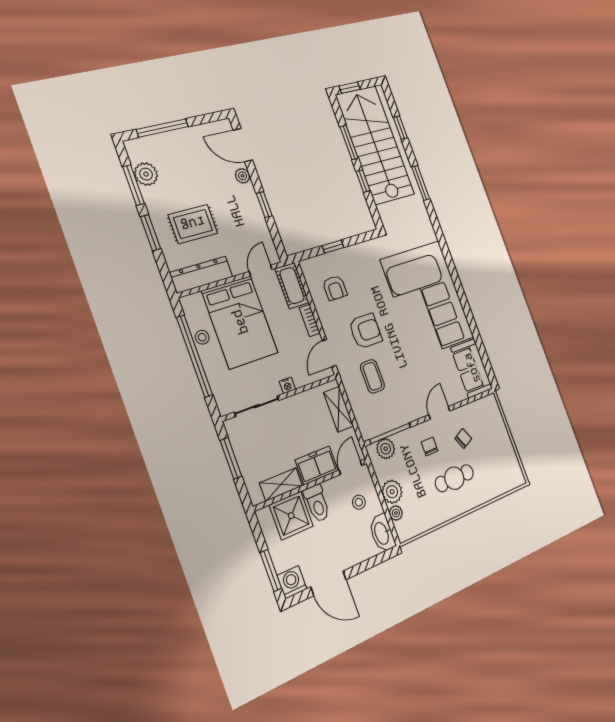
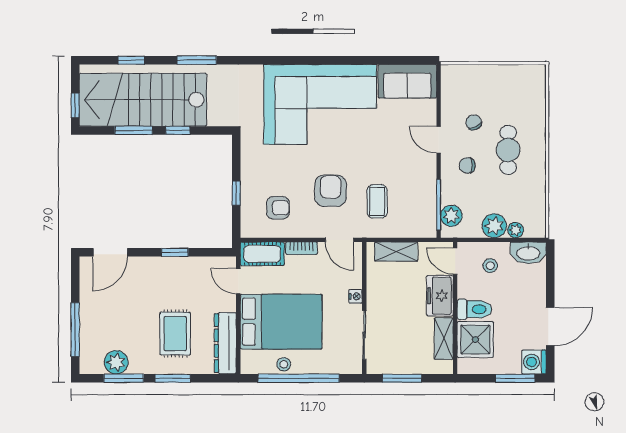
plant: (243, 176) -> (141, 264), removed
coffee table: (372, 376) -> (377, 201), turned 90

